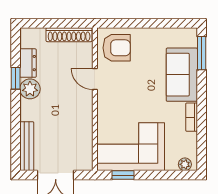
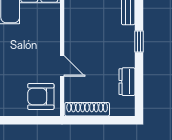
window: (16, 78) -> (139, 41), moved
plant: (30, 89) -> (125, 57), removed

